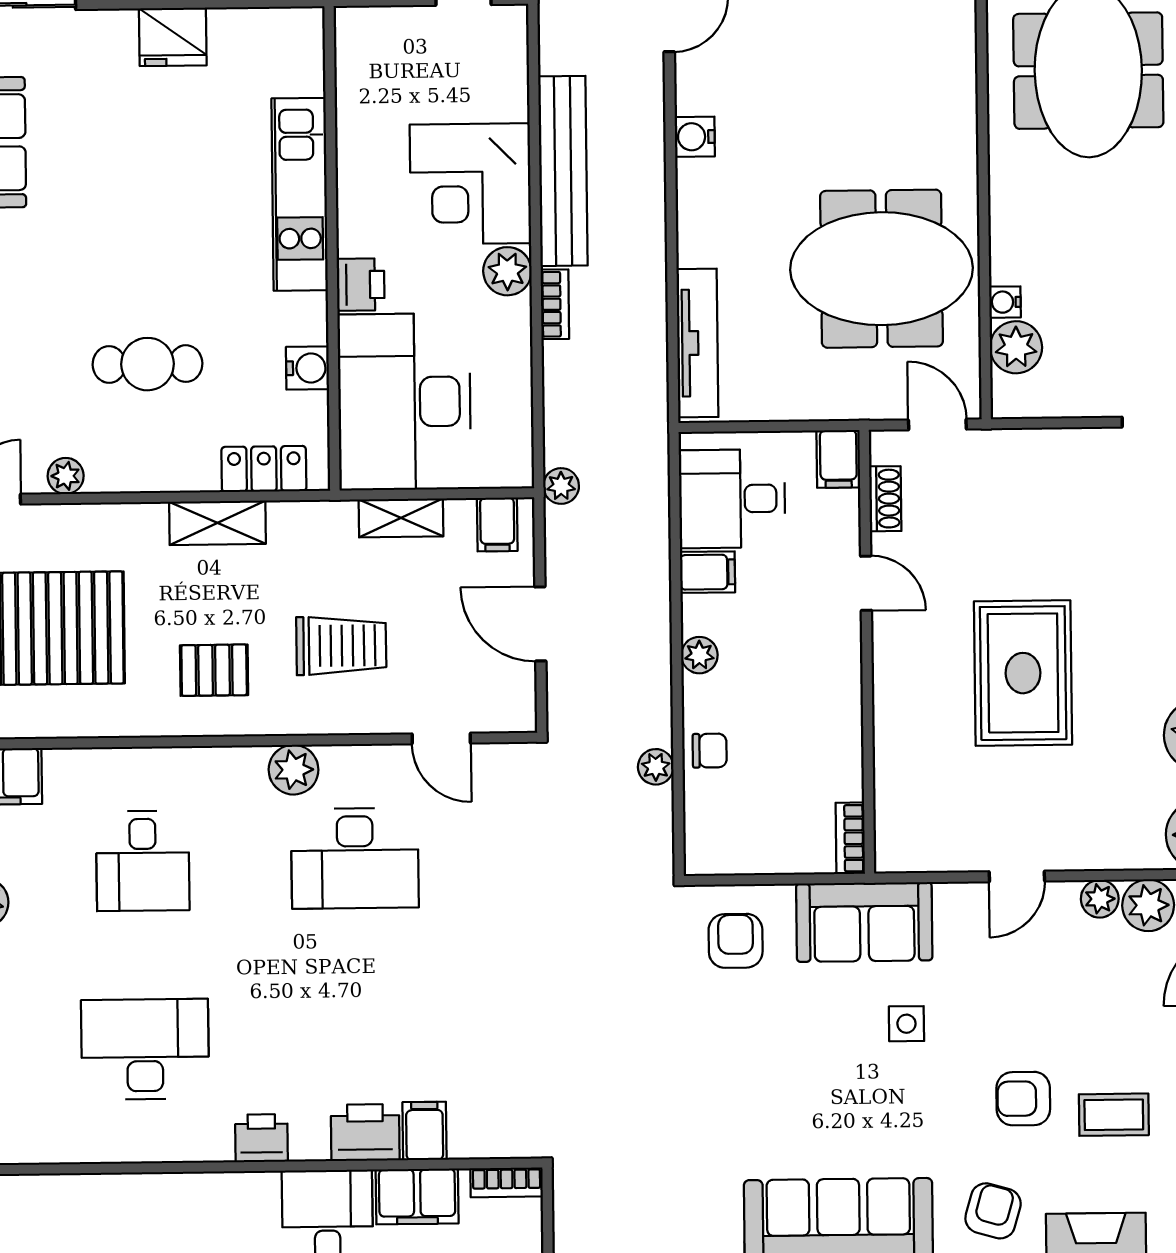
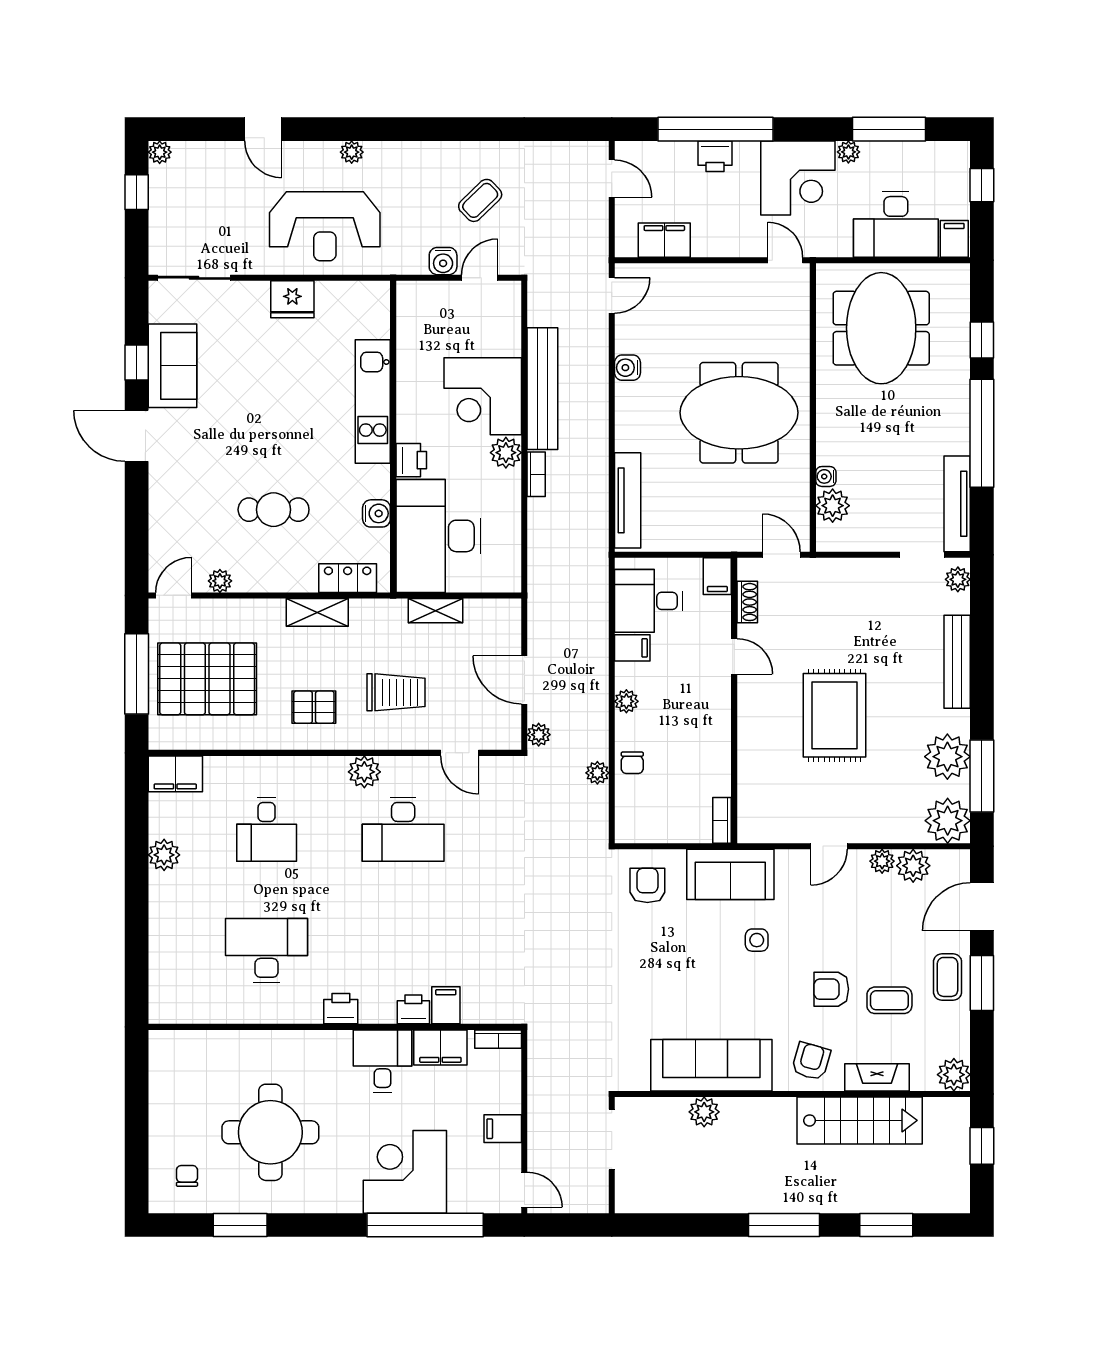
meeting table: (881, 269) -> (739, 413), moved
plant: (561, 486) -> (539, 735), moved
filing cabinet: (497, 524) -> (497, 616), removed
chair: (710, 751) -> (632, 763), turned 90
printer: (365, 1133) -> (413, 1009), width x0.73, depth x0.81

